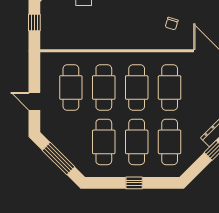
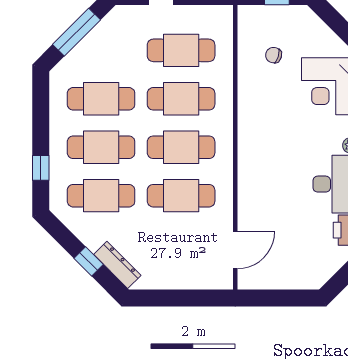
chair: (172, 24) -> (274, 55), moved
window: (134, 183) -> (41, 168), moved

